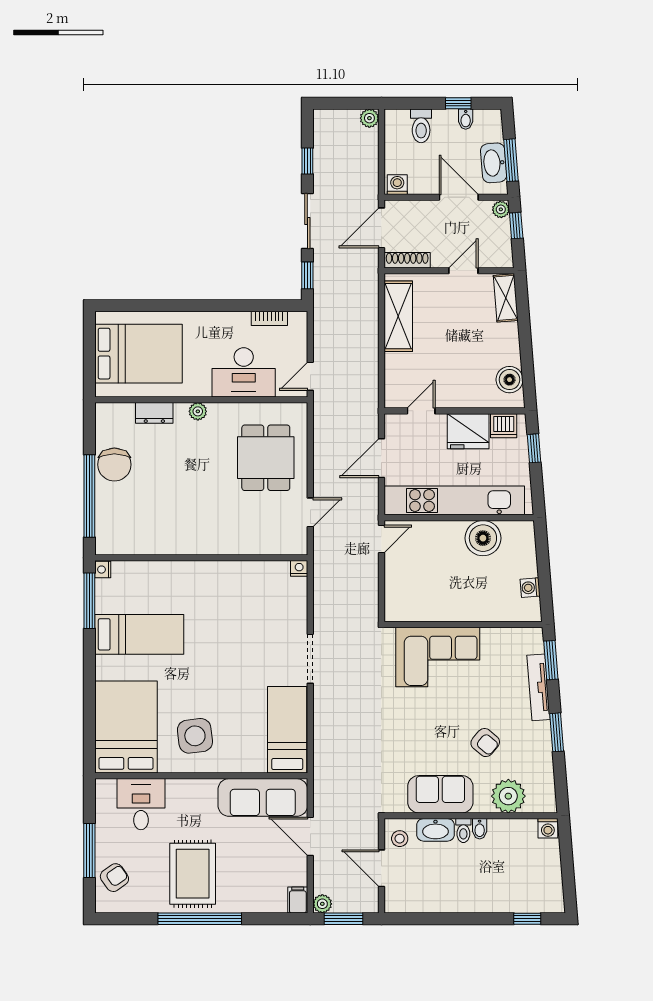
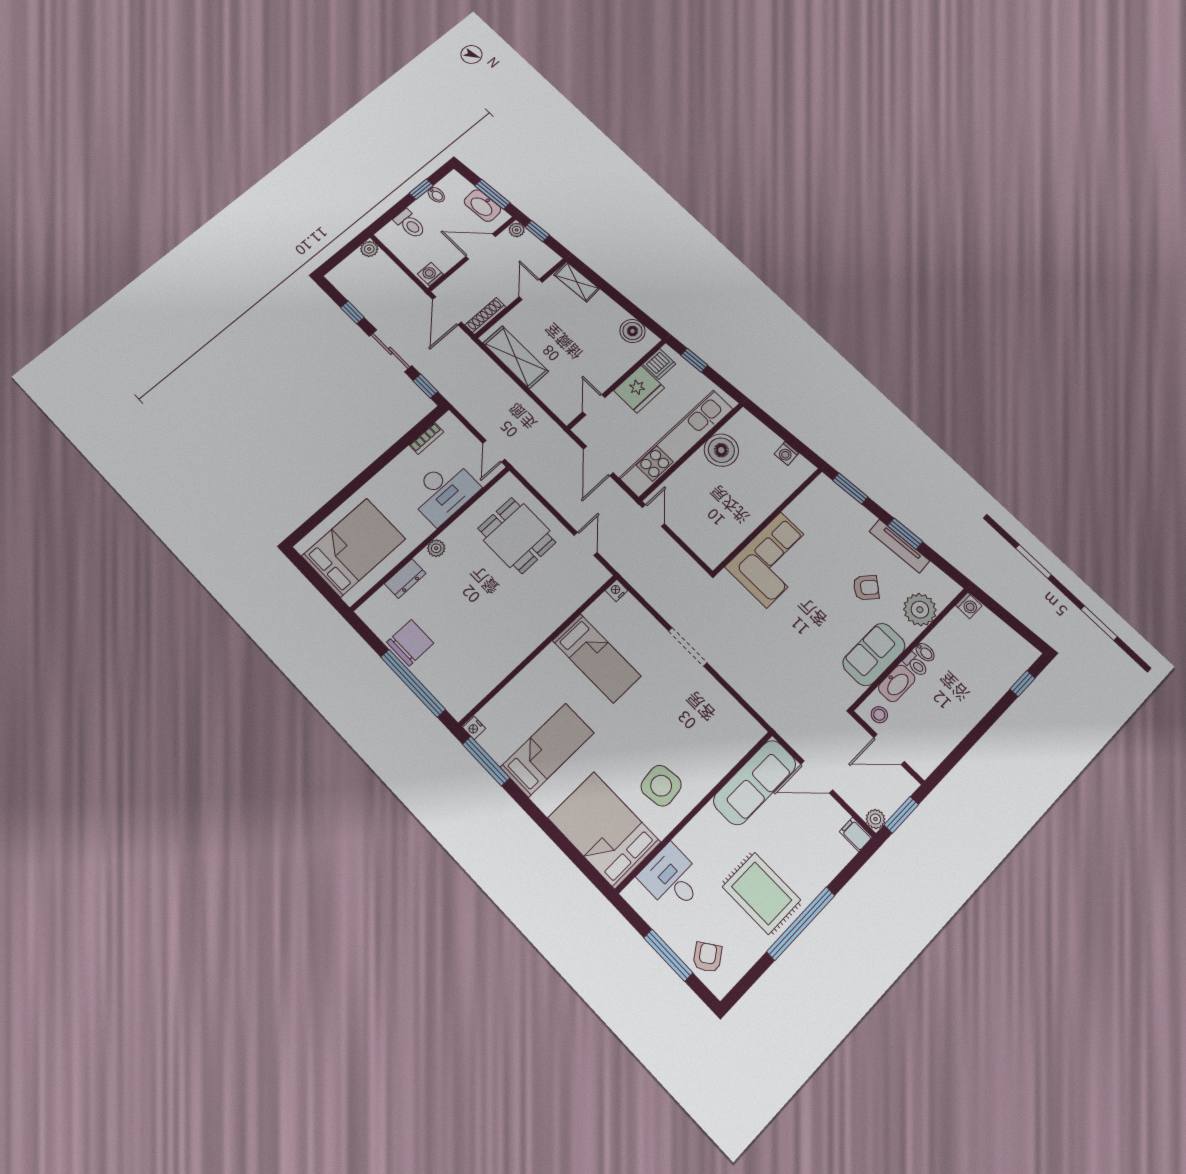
chair: (114, 465) -> (410, 643), turned -90
tv unit: (538, 687) -> (899, 546), moved
bed: (287, 730) -> (597, 658), moved, turned 180

